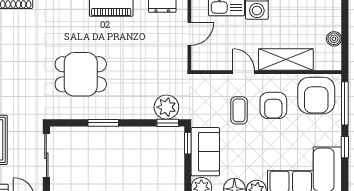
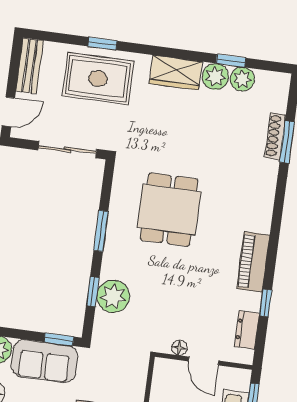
floor lamp: (182, 53) -> (179, 348), added
plant: (166, 107) -> (113, 296), moved
window: (168, 123) -> (93, 292), moved

